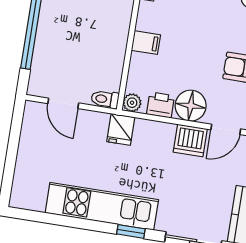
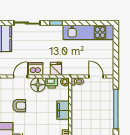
filing cabinet: (146, 43) -> (63, 110), width x2.00
fridge: (121, 129) -> (56, 69), moved
kitchen unit: (102, 206) -> (88, 32), moved

